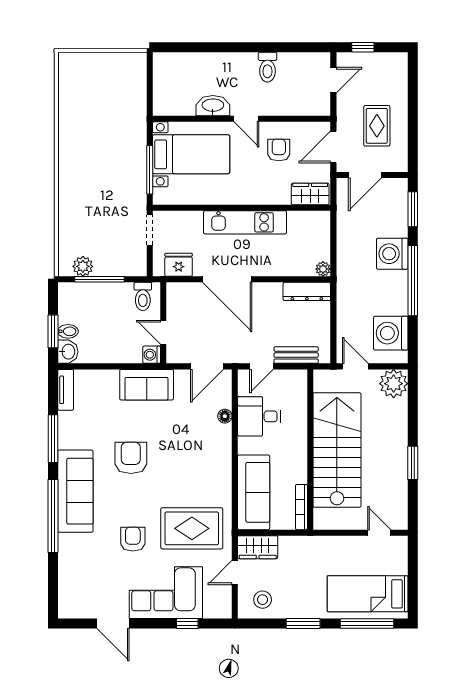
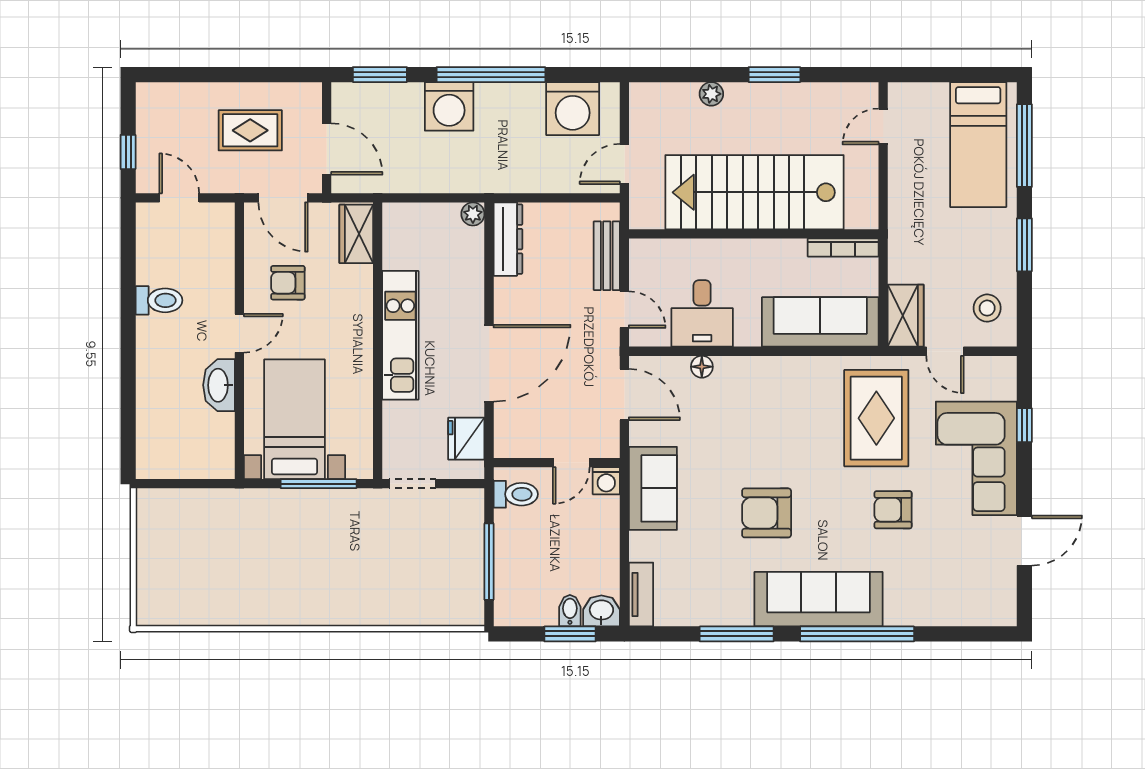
plant: (83, 266) -> (469, 587), removed
plant: (394, 384) -> (711, 94), moved, width x0.53, depth x0.53
tv unit: (66, 390) -> (641, 595), moved, turned 90

